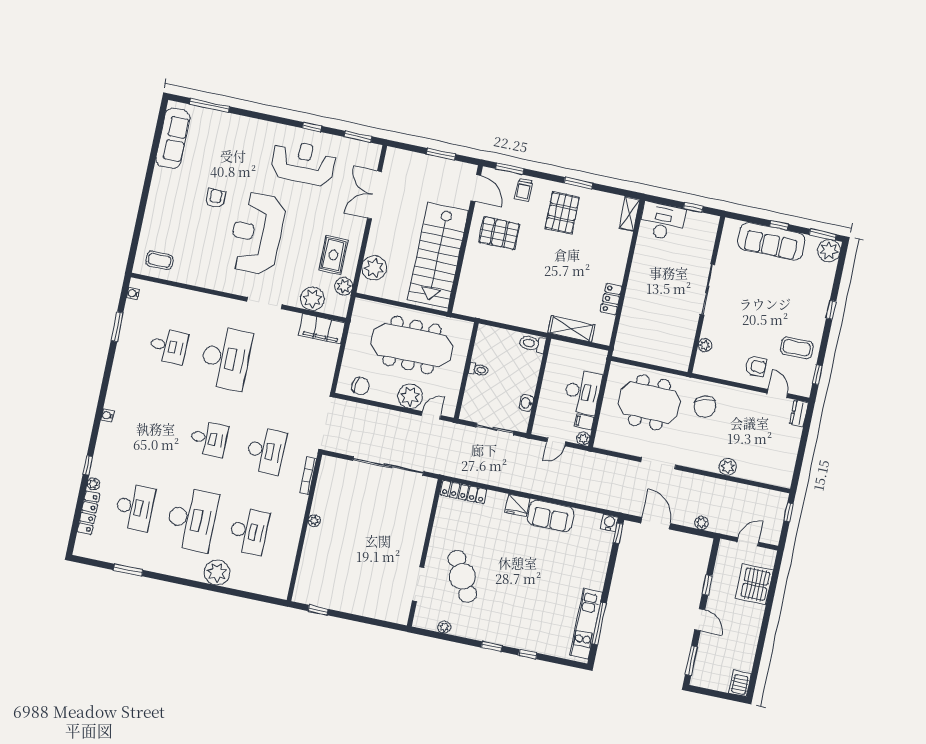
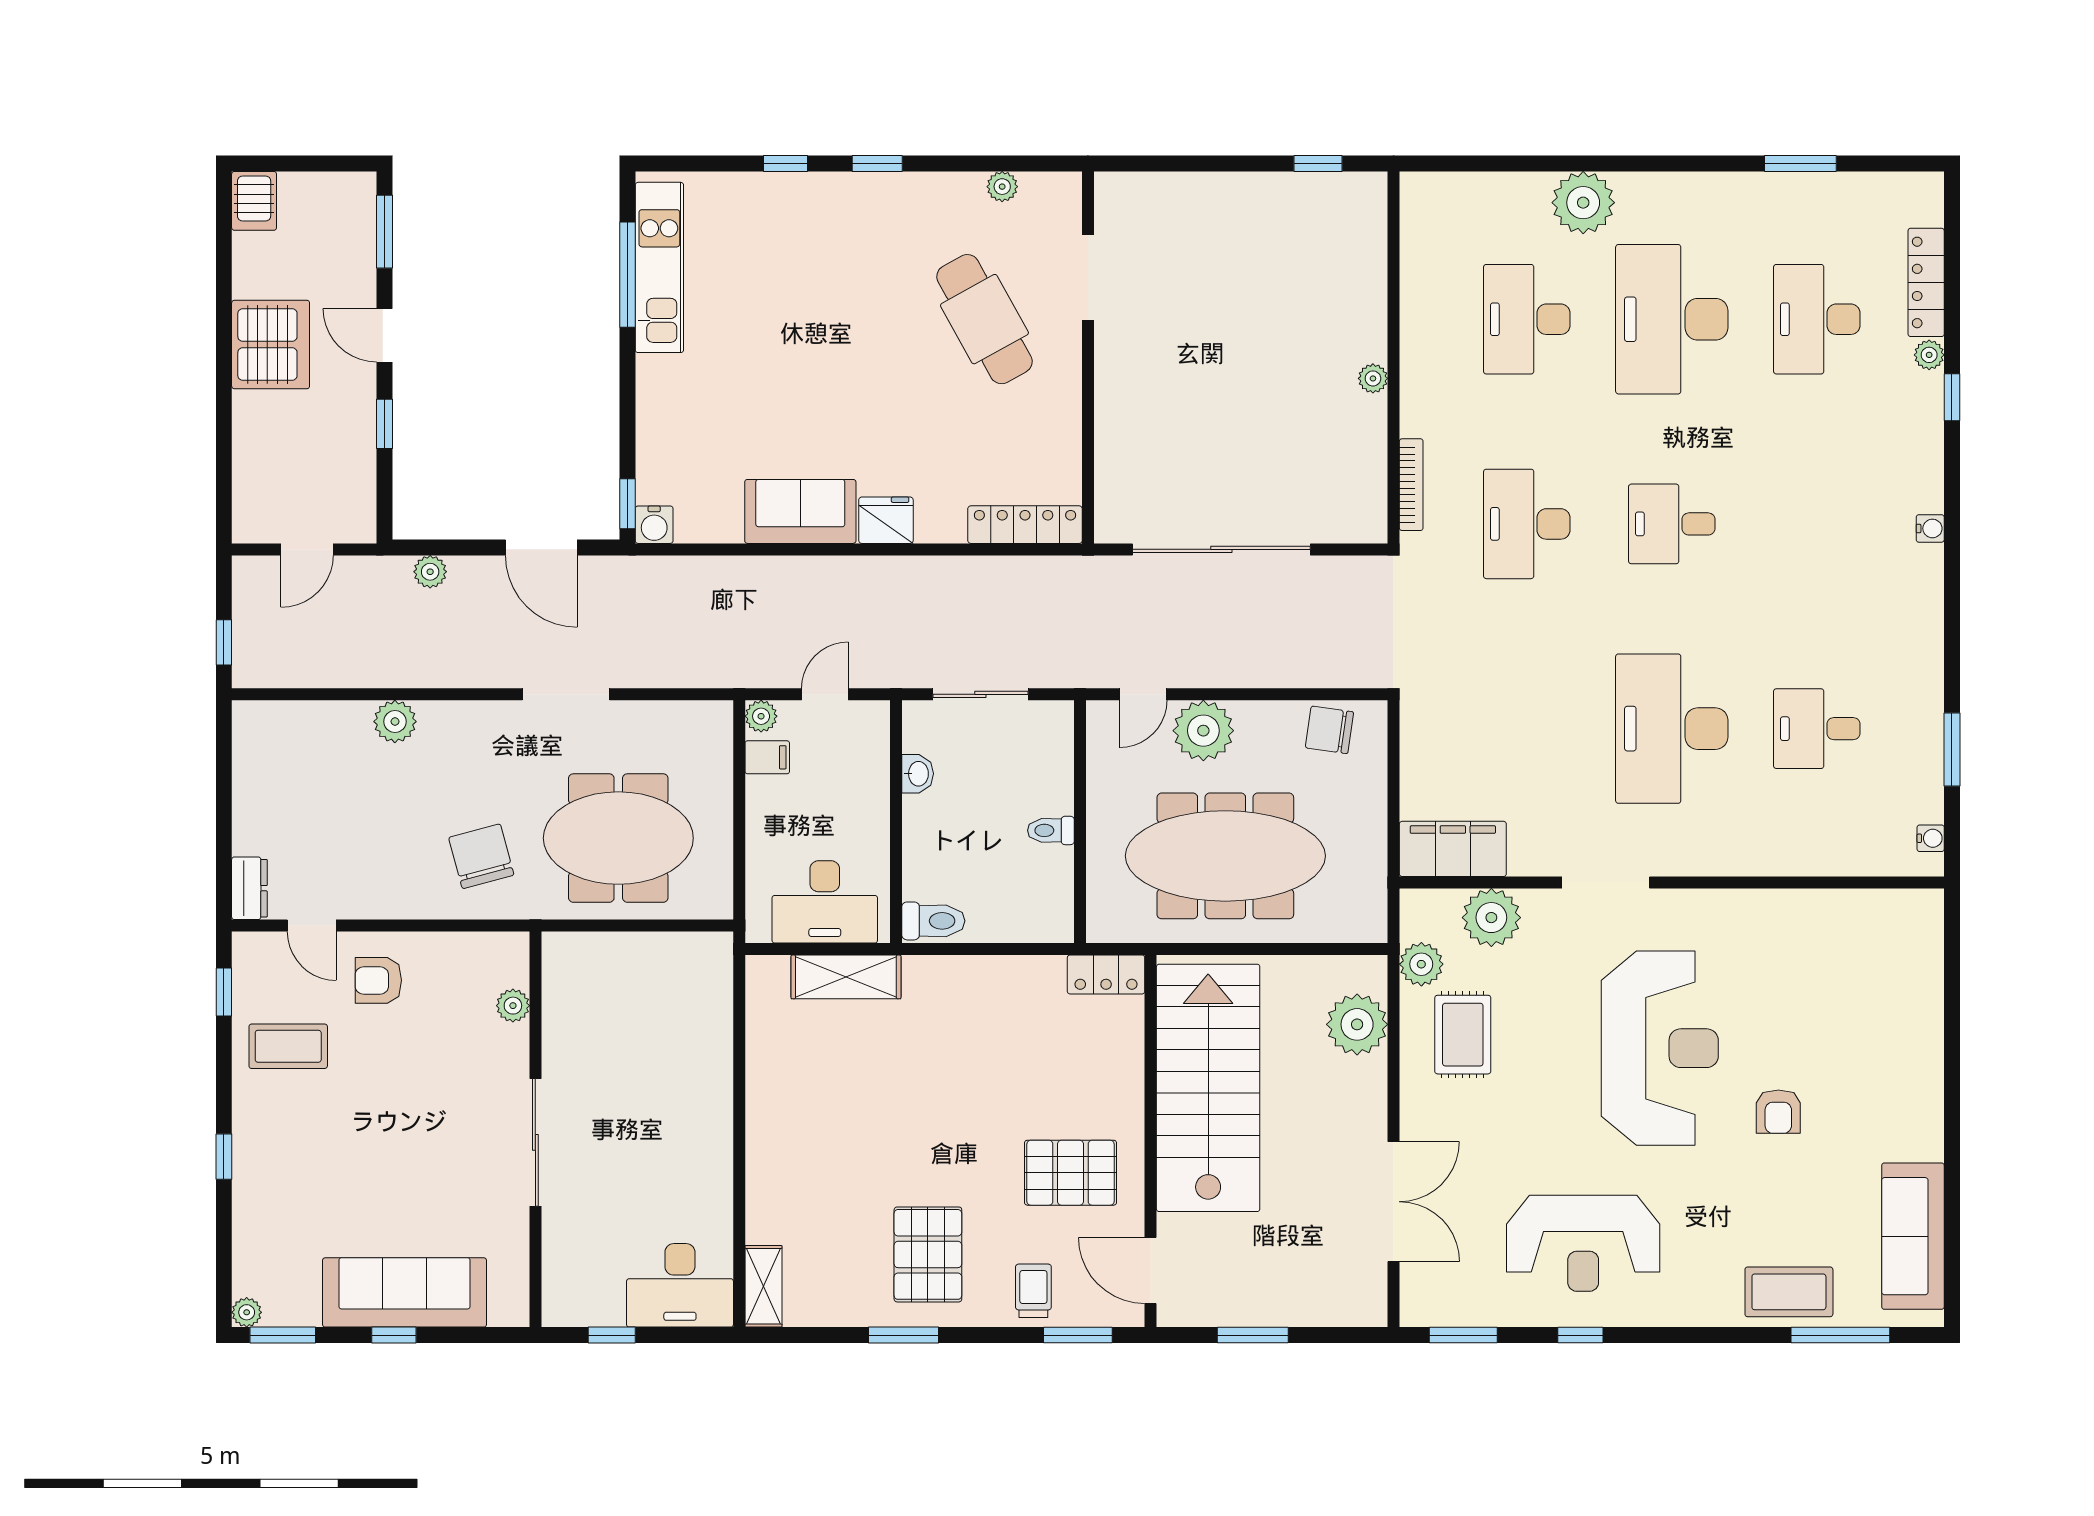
plant: (829, 251) -> (247, 1312), width x0.53, depth x0.53
coffee table: (160, 260) -> (1789, 1292), moved, width x1.36, depth x1.30
locker: (611, 299) -> (1106, 974), moved, turned 90
desk: (583, 392) -> (825, 902), moved, turned -90
server rack: (754, 584) -> (271, 345), moved

